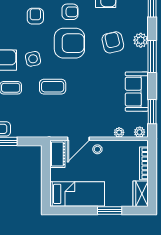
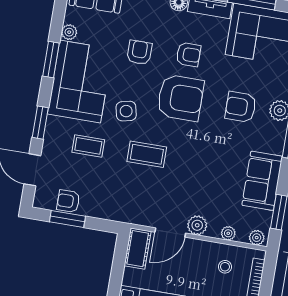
armchair: (113, 42) -> (241, 107), turned -77
plant: (96, 130) -> (197, 225), added
stool: (97, 149) -> (225, 267), moved

